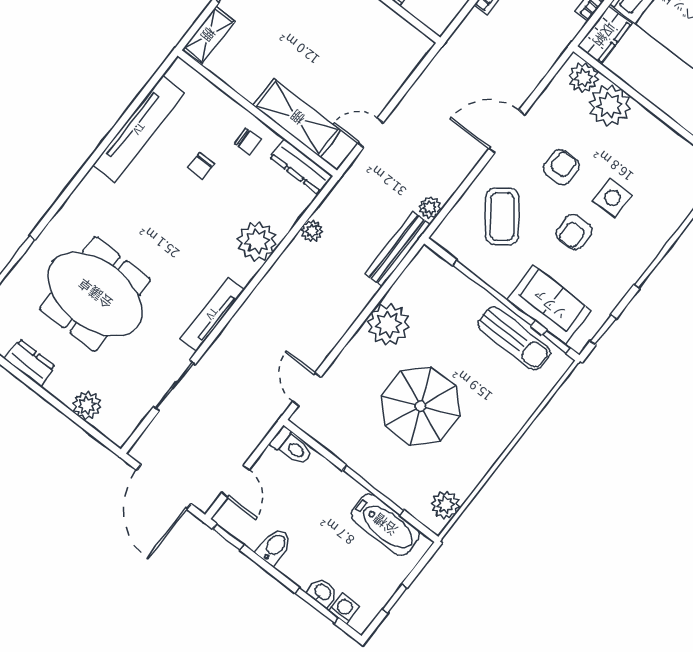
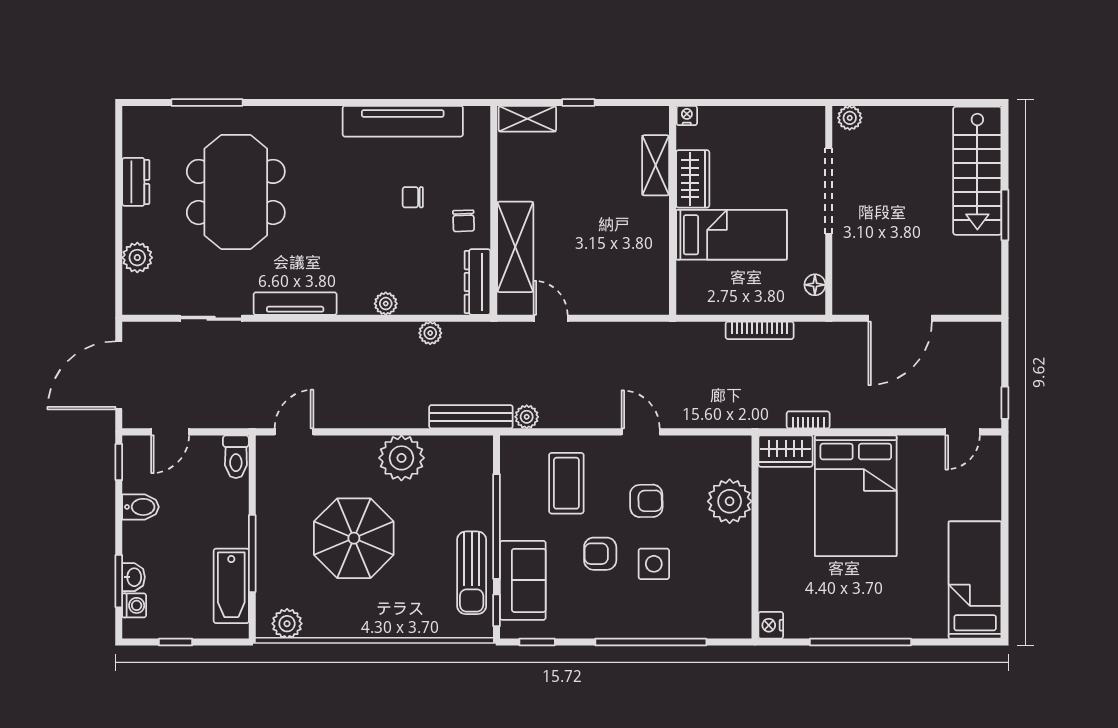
plant: (584, 78) -> (736, 461), removed
door: (507, 132) -> (641, 432), width x0.73
coffee table: (502, 216) -> (566, 483), turned -53
plant: (257, 241) -> (386, 304), width x0.53, depth x0.53

